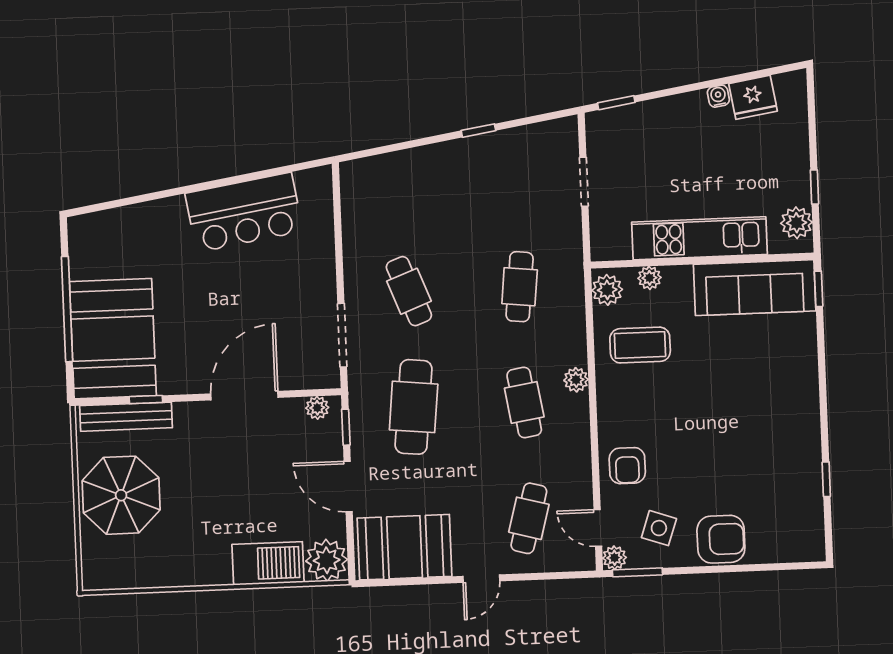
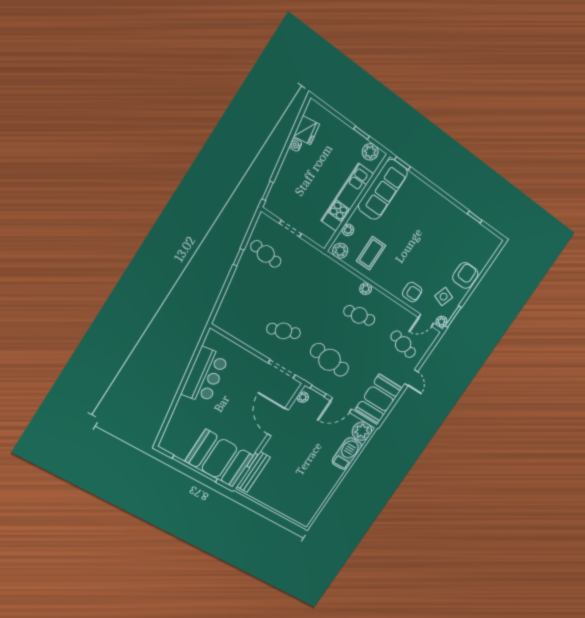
cafe table: (520, 287) -> (266, 254), moved
parasol: (121, 495) -> (282, 492), removed

